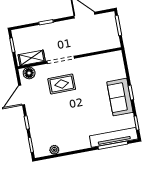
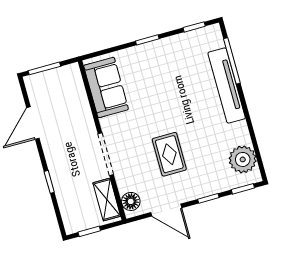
rug: (62, 84) -> (169, 154), moved
sofa: (120, 97) -> (106, 87), moved, turned -90
tv unit: (114, 137) -> (227, 86), moved
plant: (54, 150) -> (243, 159), width x1.88, depth x1.88

